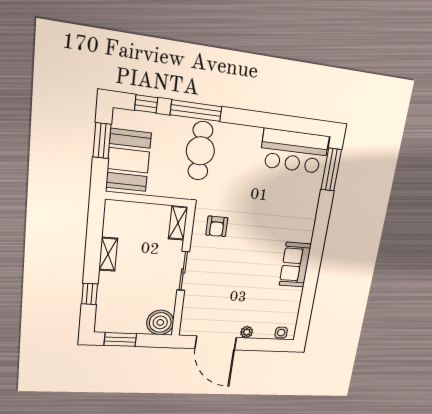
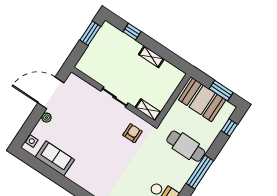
window: (196, 111) -> (200, 172), moved
armchair: (217, 226) -> (132, 133), turned 90
sofa: (295, 265) -> (55, 158), moved
boiler: (160, 322) -> (87, 64), removed

